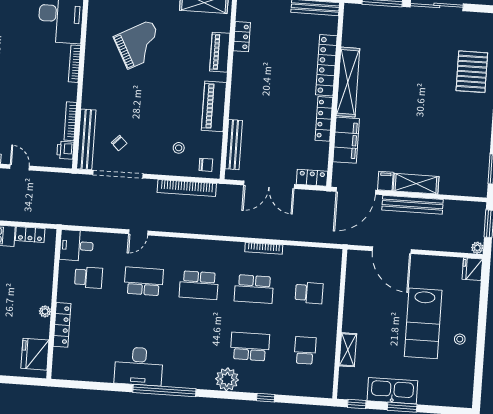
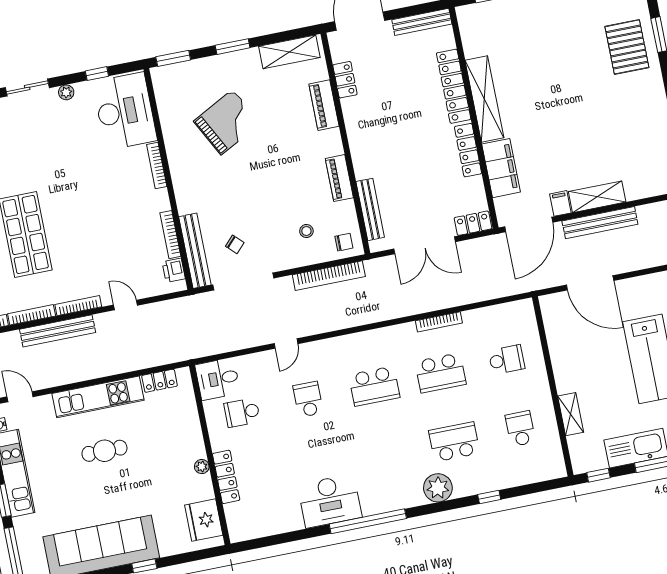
piano: (214, 106) -> (339, 178), width x0.73, depth x0.75
school desk: (89, 277) -> (242, 413), turned 180
school desk: (144, 281) -> (308, 399), width x0.54

